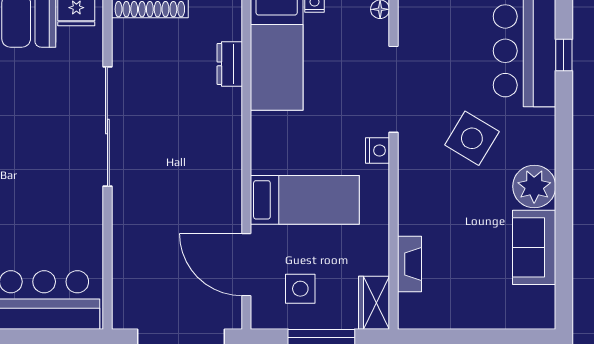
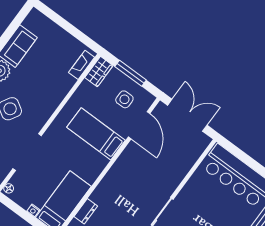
nightstand: (378, 151) -> (52, 132), removed
fireplace: (410, 264) -> (82, 65), moved

